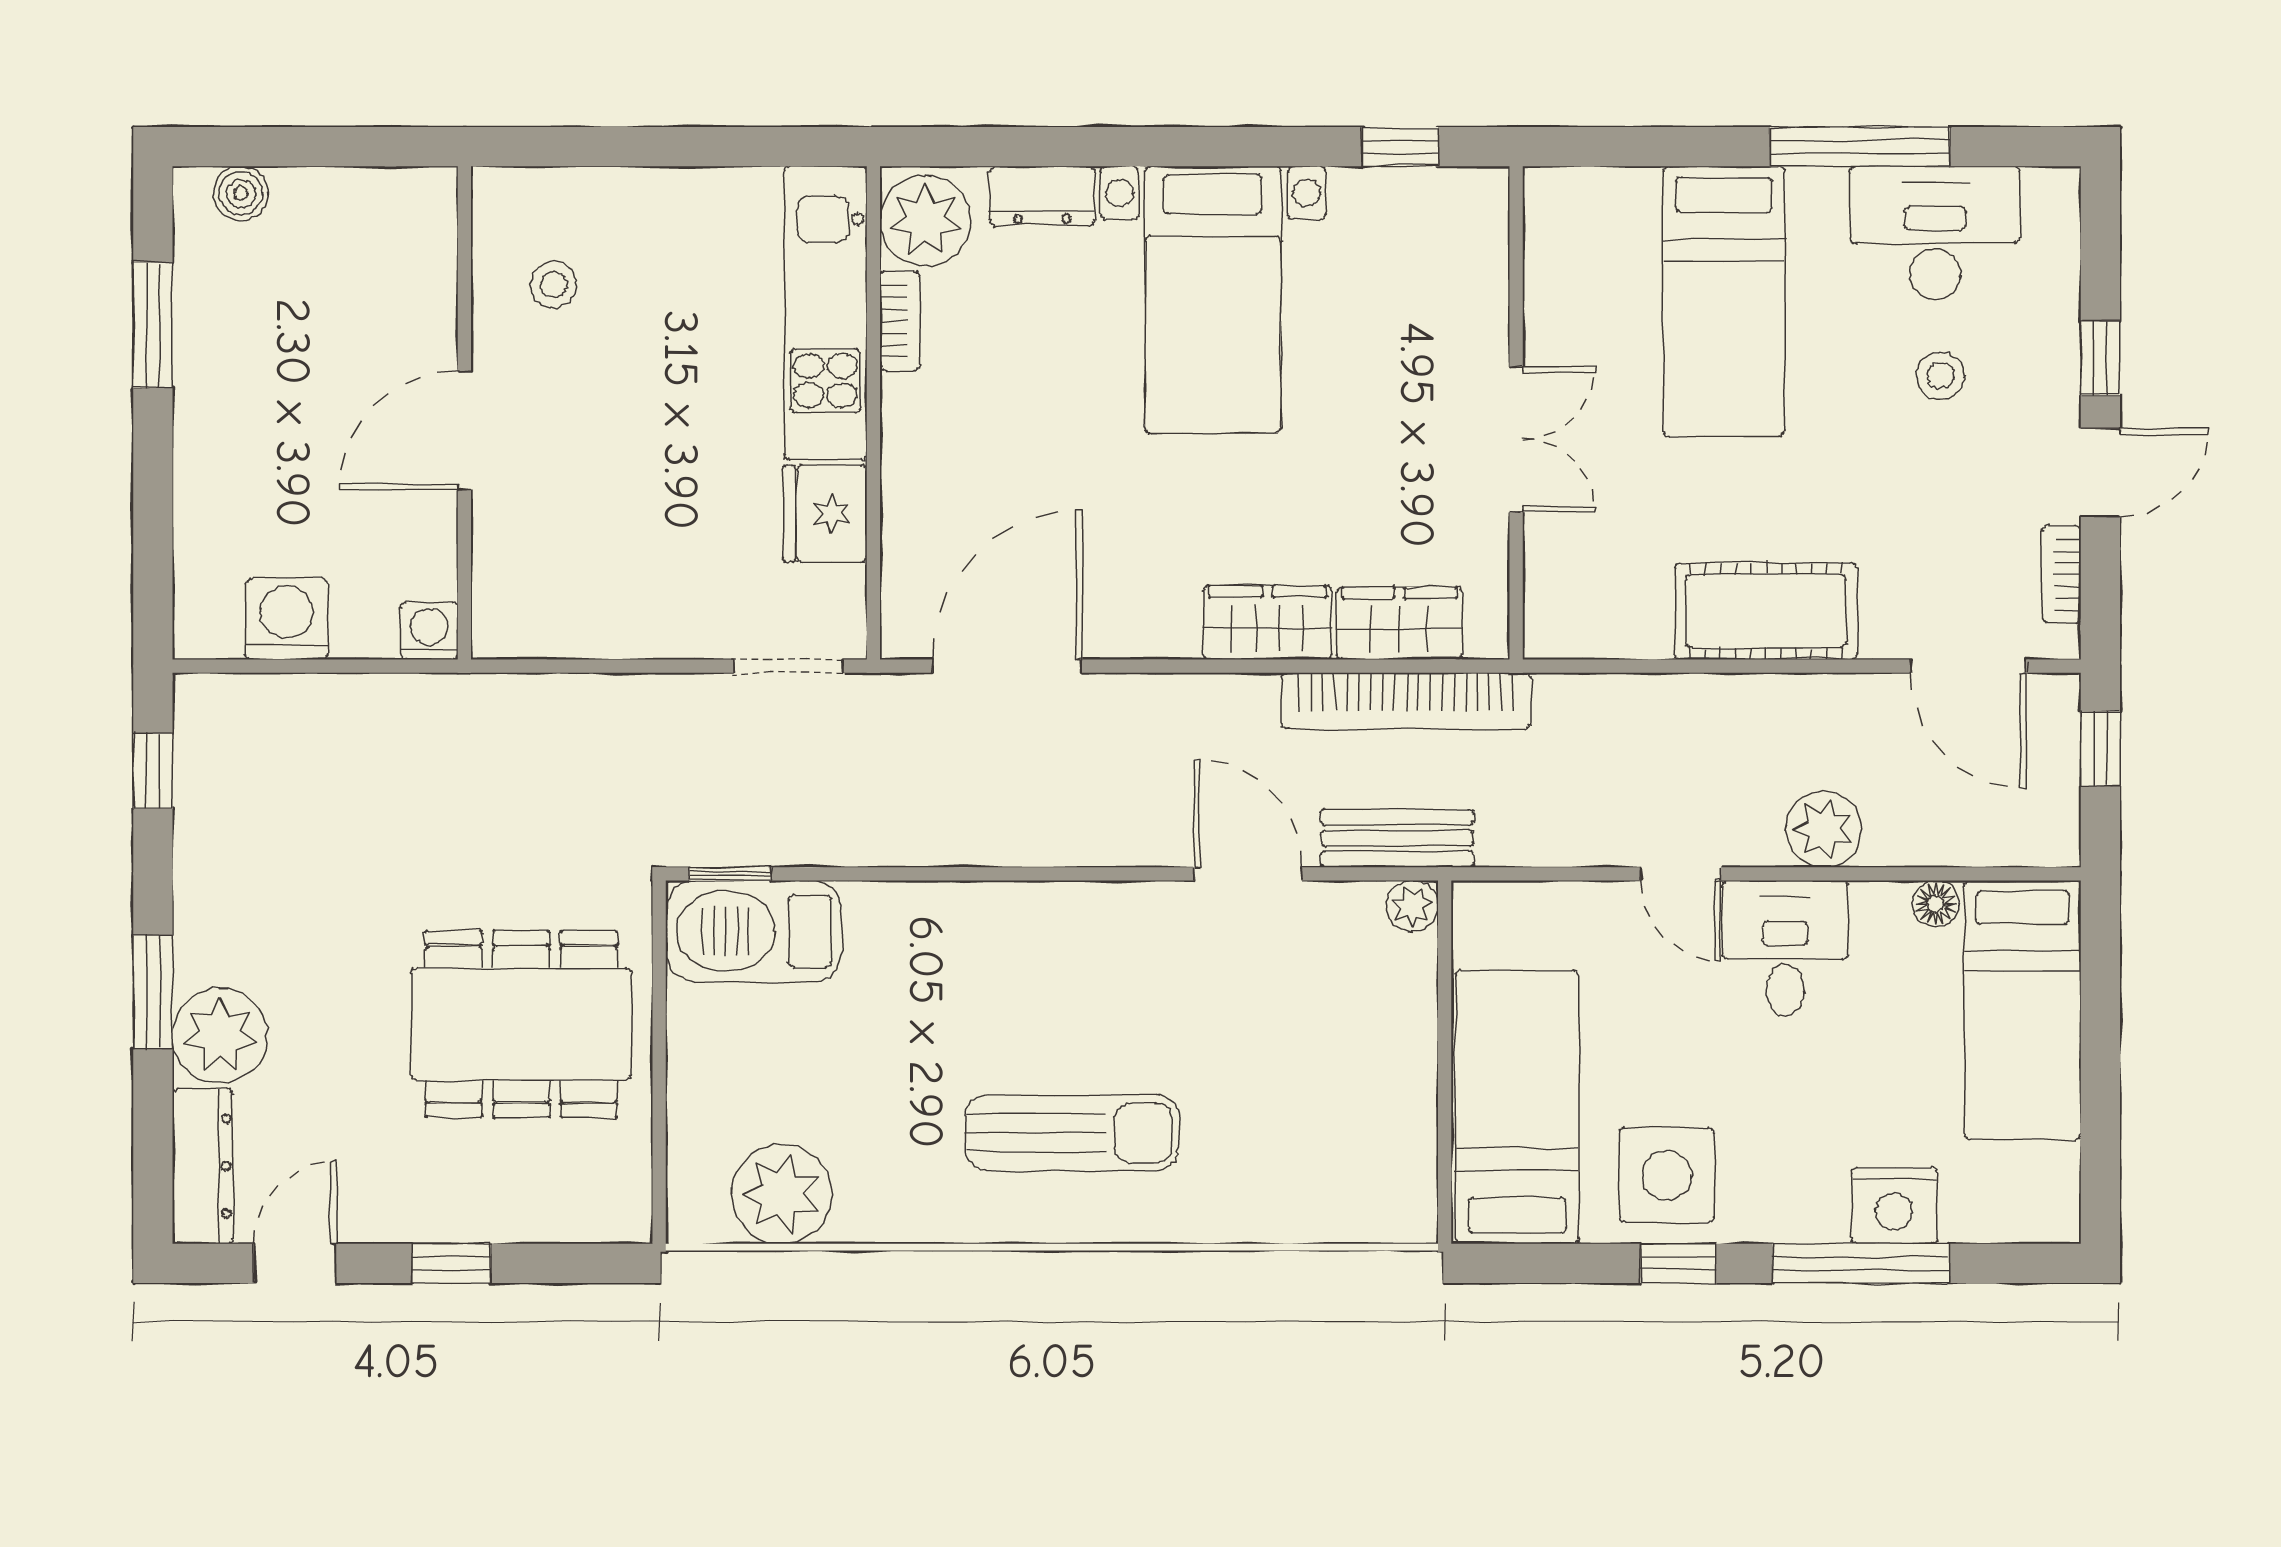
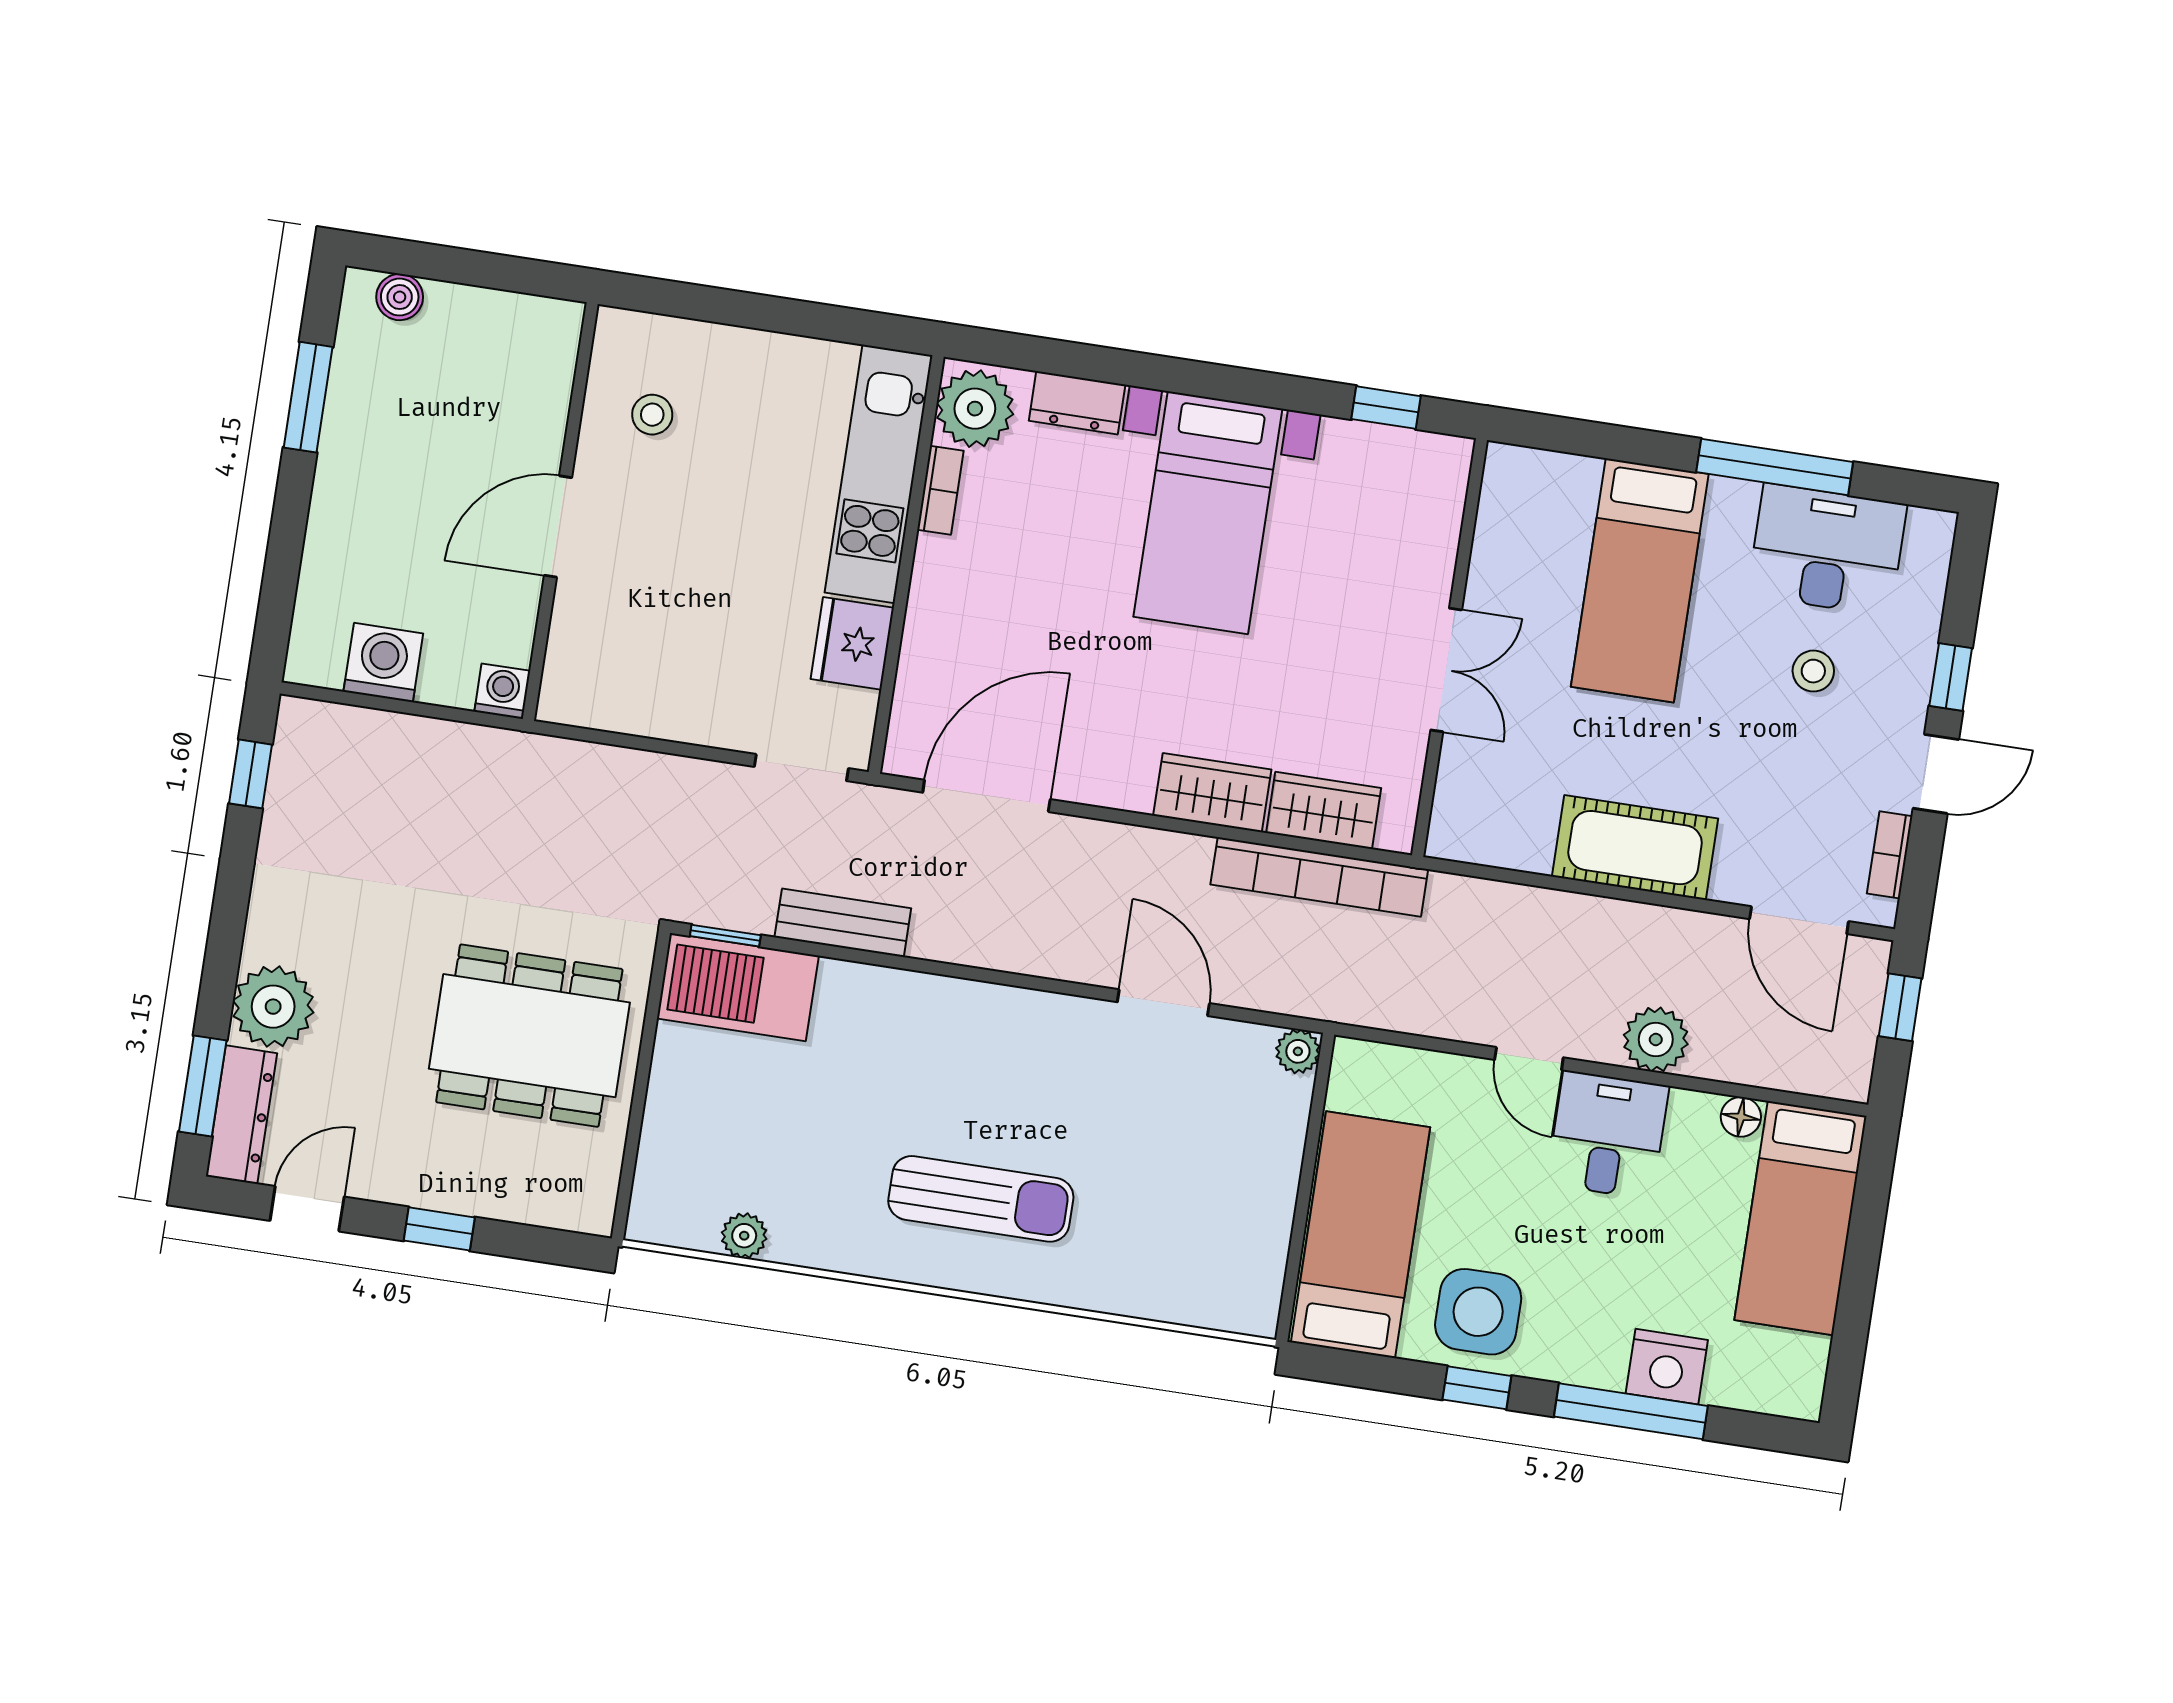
bench: (1397, 838) -> (843, 923), moved
window: (153, 992) -> (203, 1086), moved
plant: (782, 1194) -> (744, 1236), width x0.53, depth x0.53

